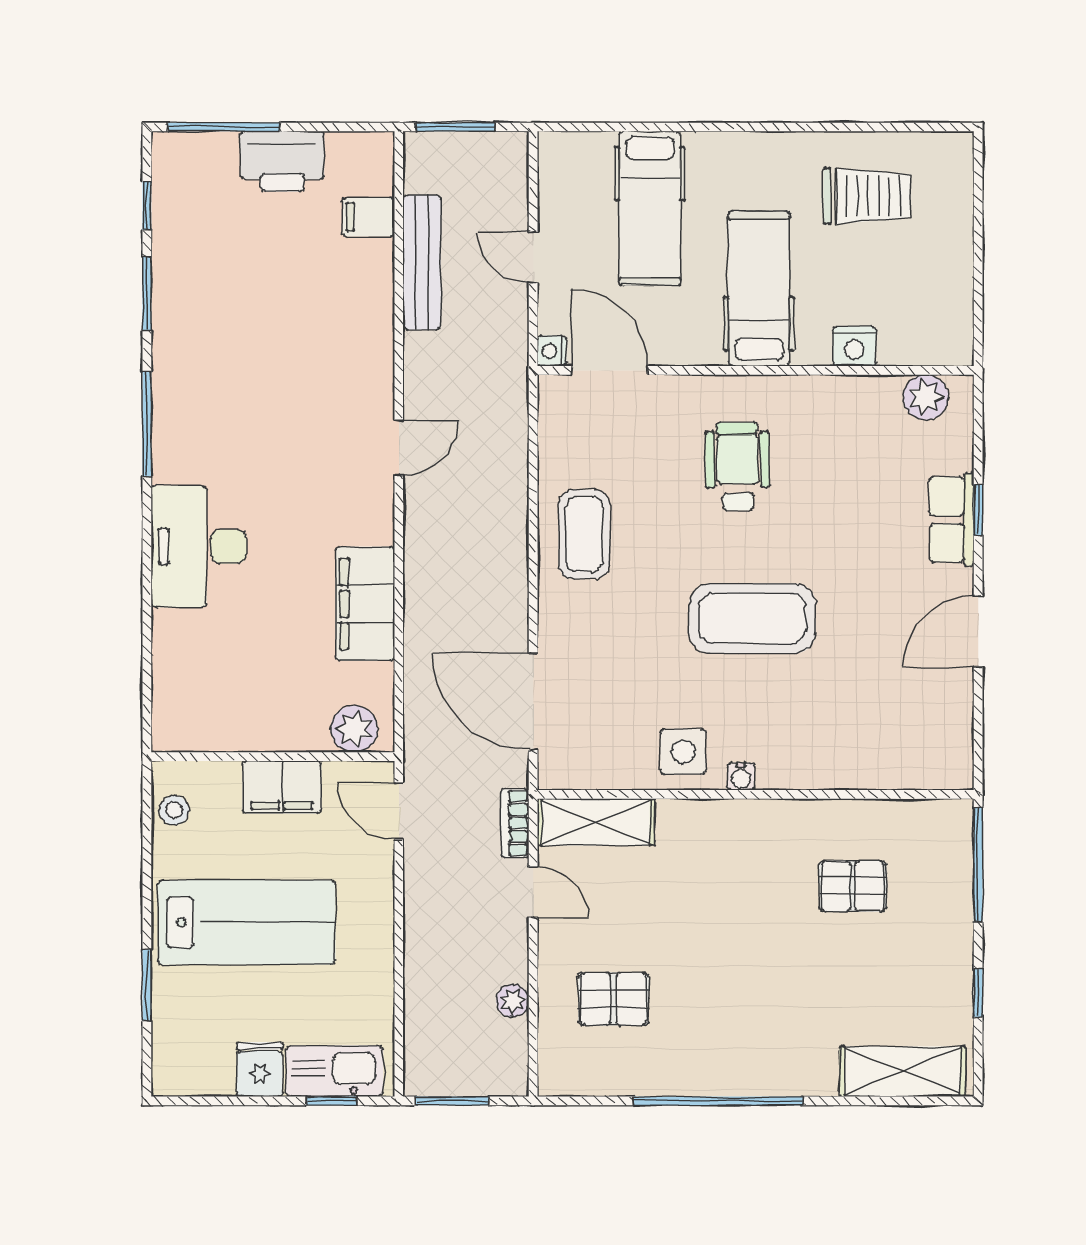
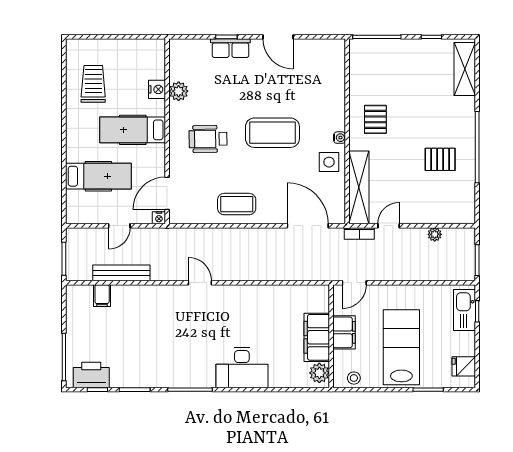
printer: (282, 161) -> (91, 375), moved, turned -90
plant: (926, 397) -> (179, 91), moved
filing cabinet: (365, 604) -> (317, 337), moved, turned 90
coffee table: (752, 618) -> (272, 133), turned 90
door: (533, 702) -> (308, 226), swing flipped
plant: (354, 729) -> (319, 373), moved
shelving: (596, 822) -> (359, 187), width x1.47
pallet: (853, 886) -> (375, 119), moved
pallet: (613, 999) -> (440, 159), moved, turned 90
fridge: (260, 1069) -> (464, 366), moved

